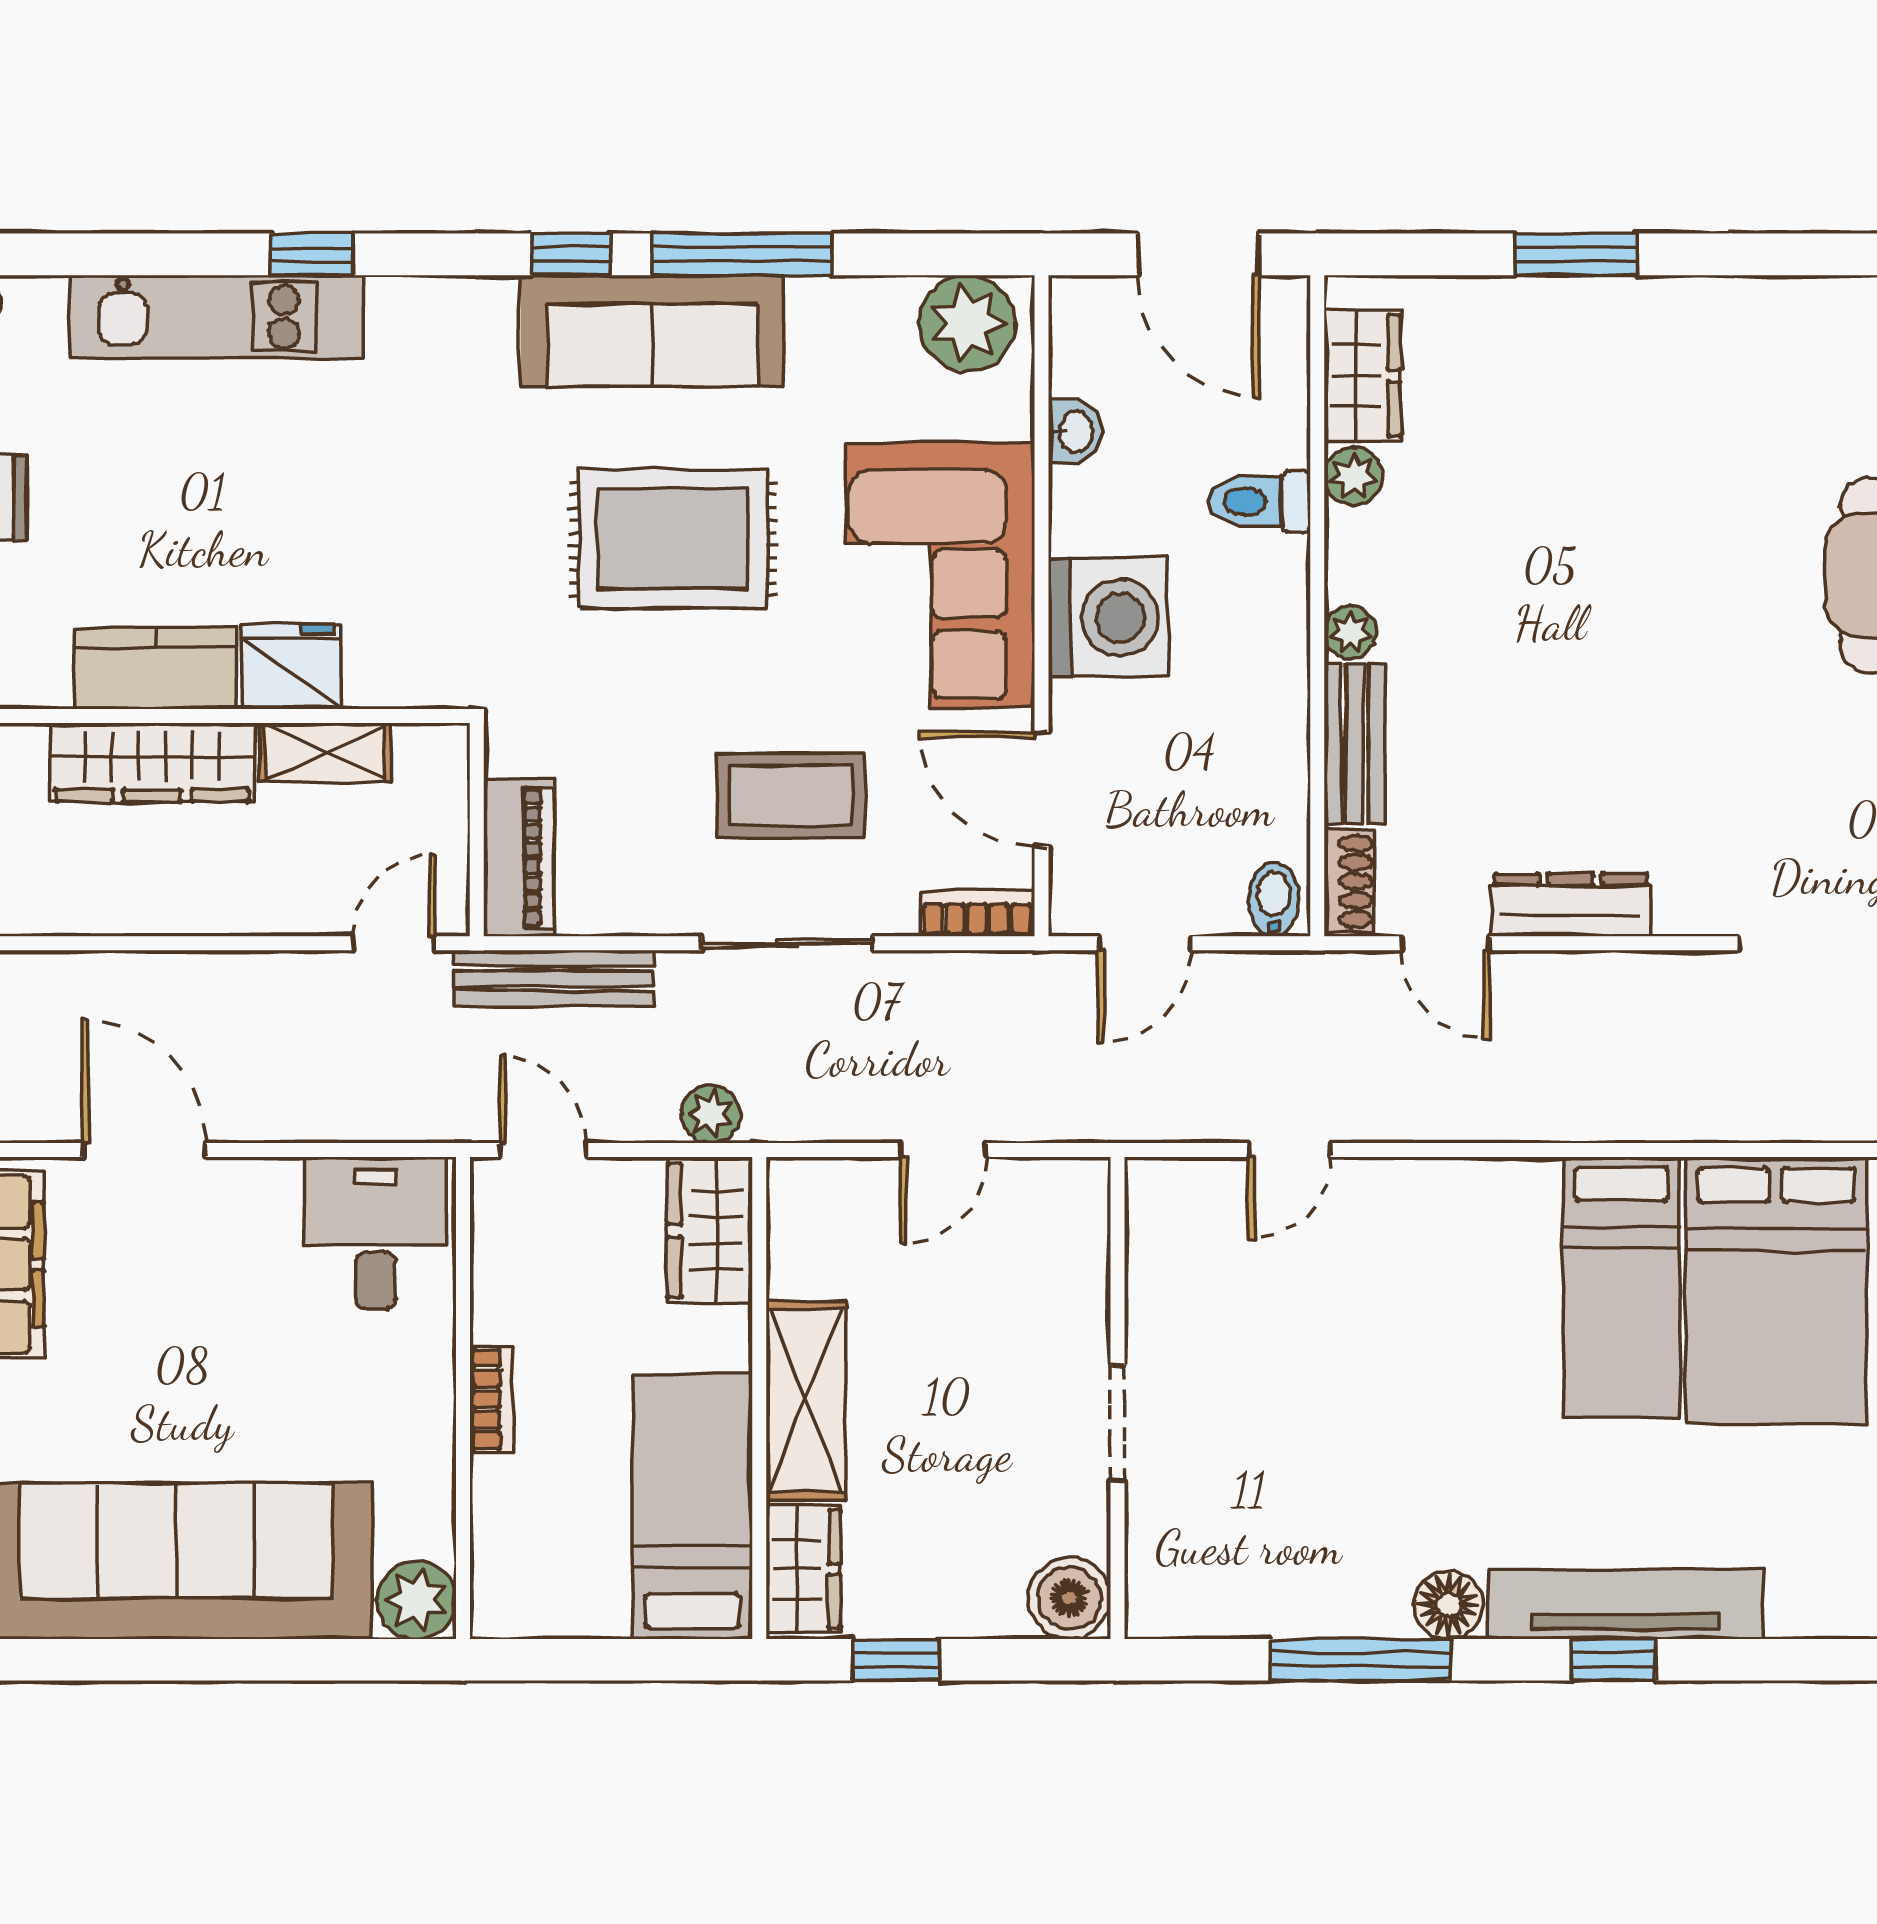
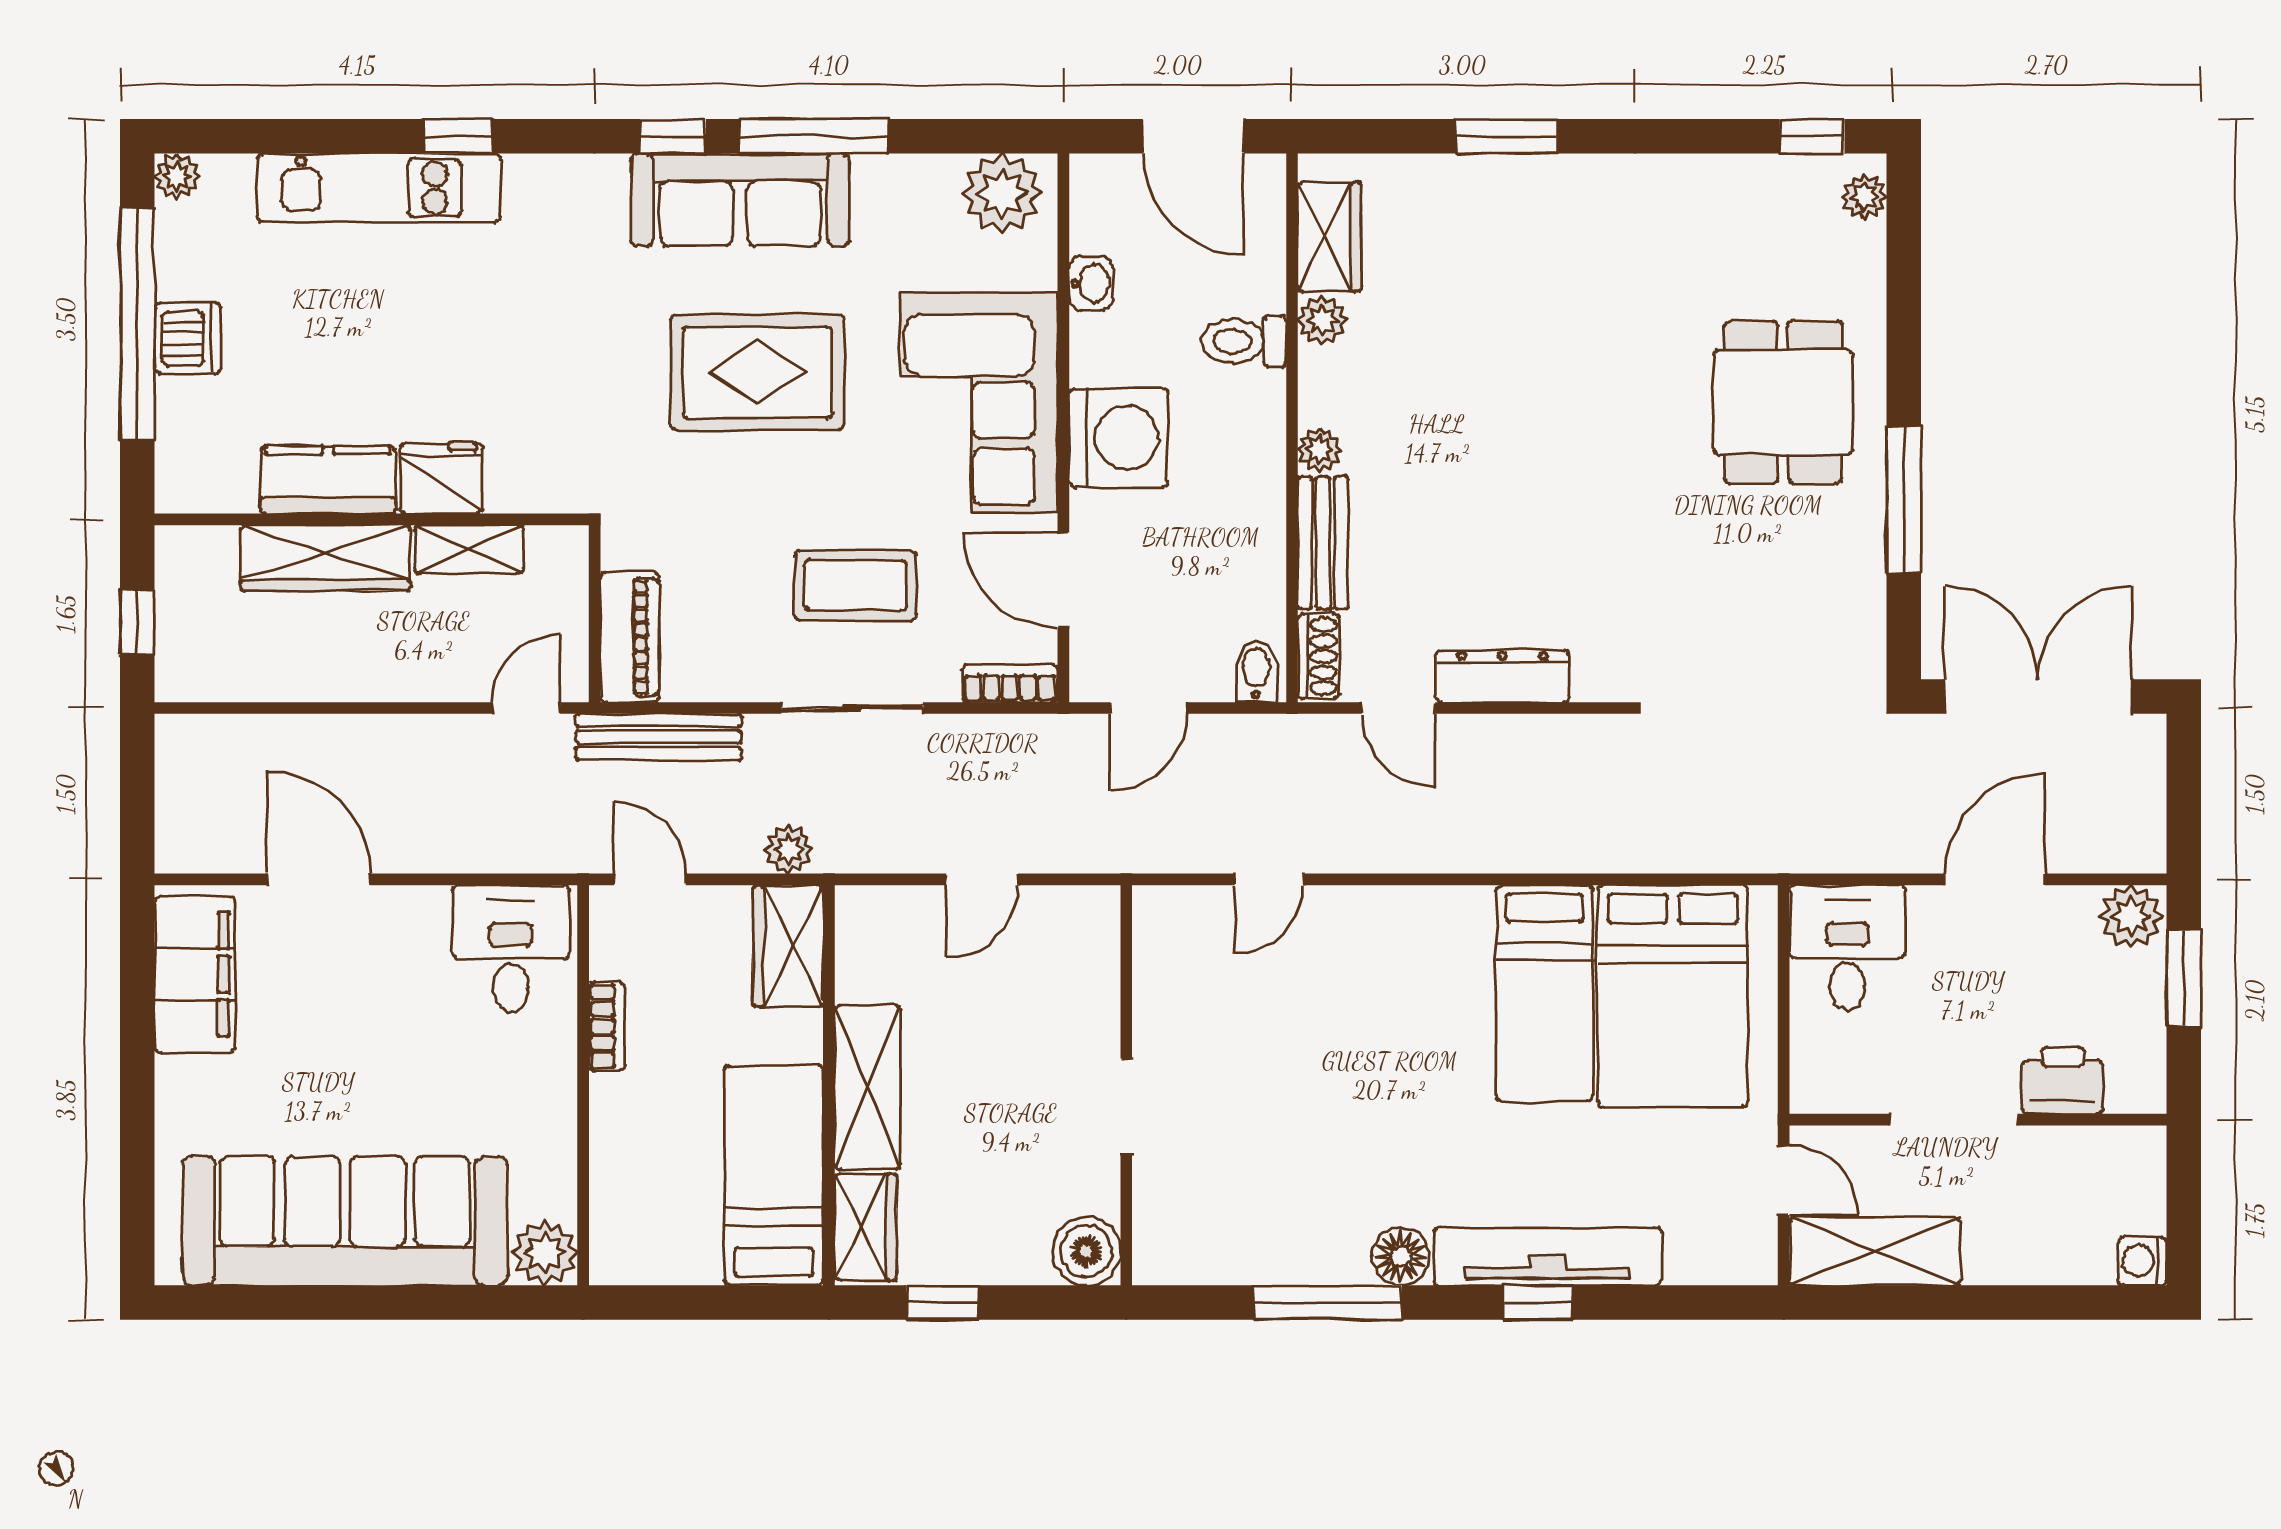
bookcase: (491, 1399) -> (607, 1026), moved

